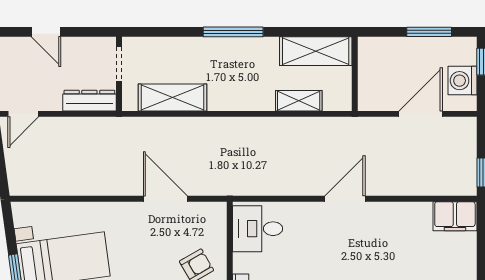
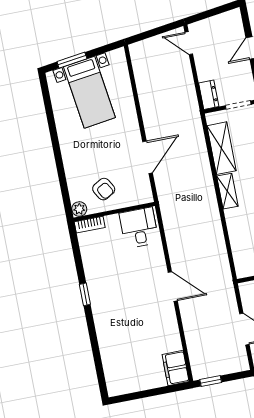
dresser: (89, 101) -> (209, 95), width x0.70
shelving: (299, 101) -> (227, 191), moved

